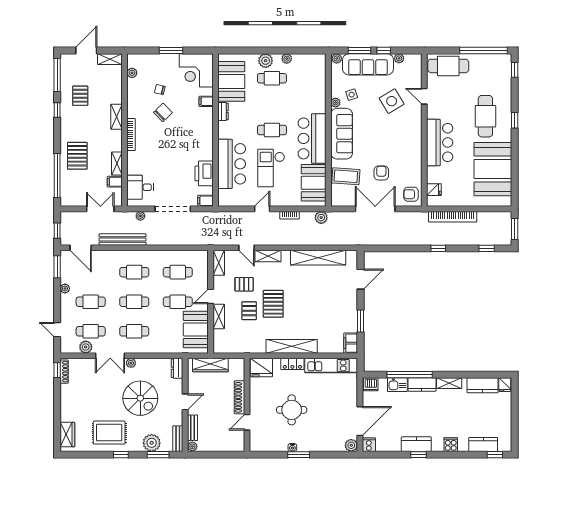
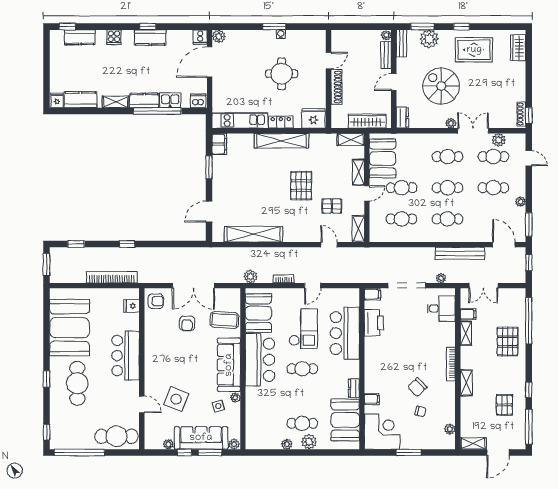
side table: (392, 101) -> (176, 399), turned -38
shelving: (268, 256) -> (351, 139), moved
pallet: (249, 311) -> (326, 178), removed

